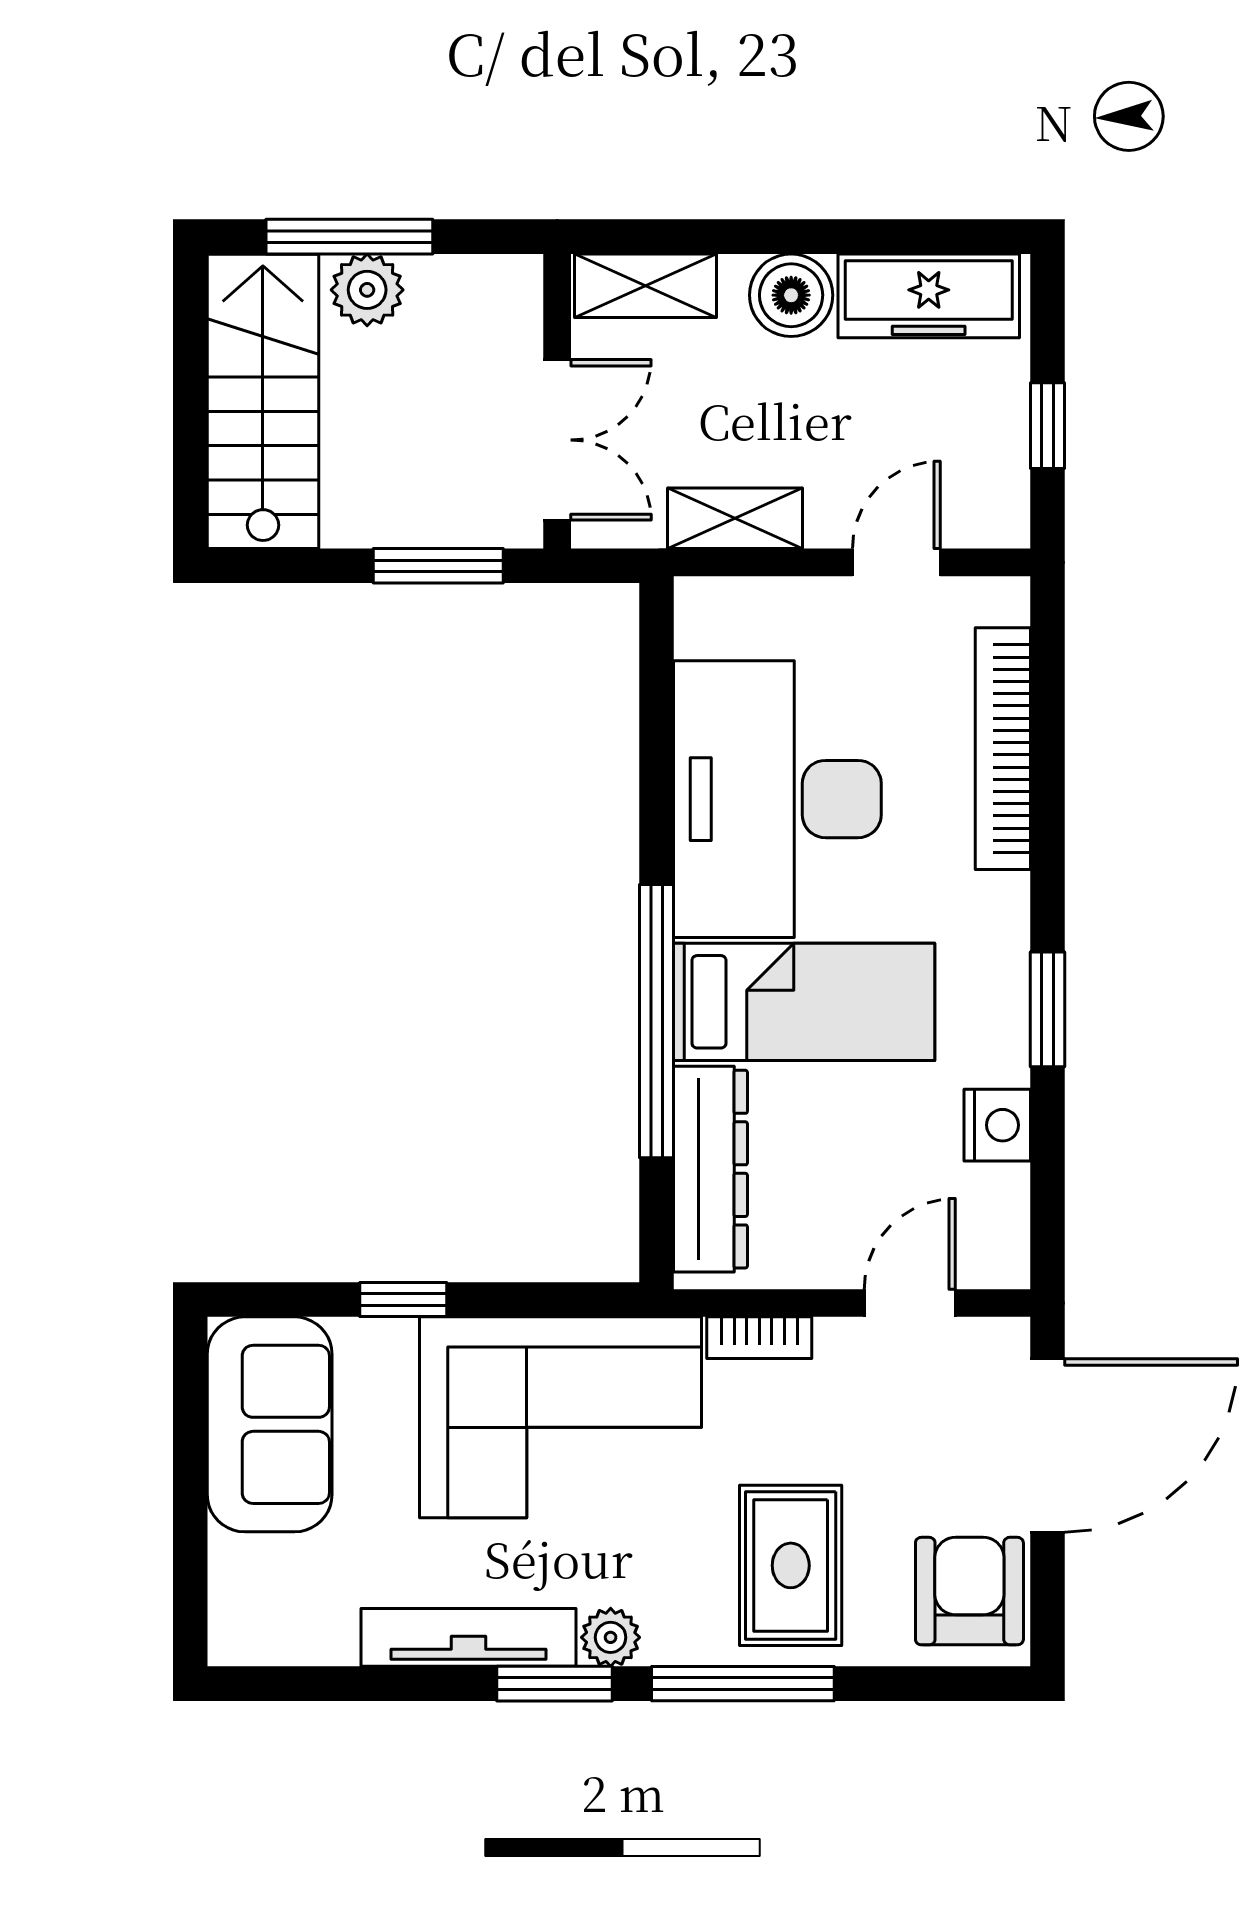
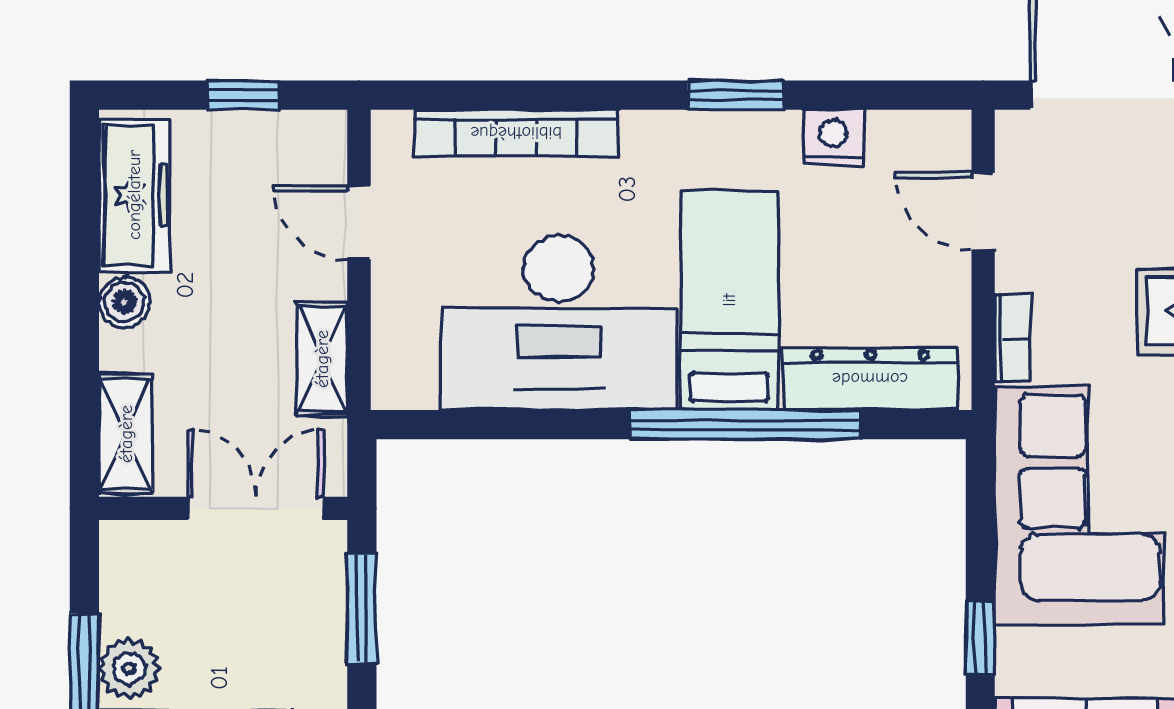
boiler: (791, 295) -> (124, 302), width x0.73, depth x0.73

